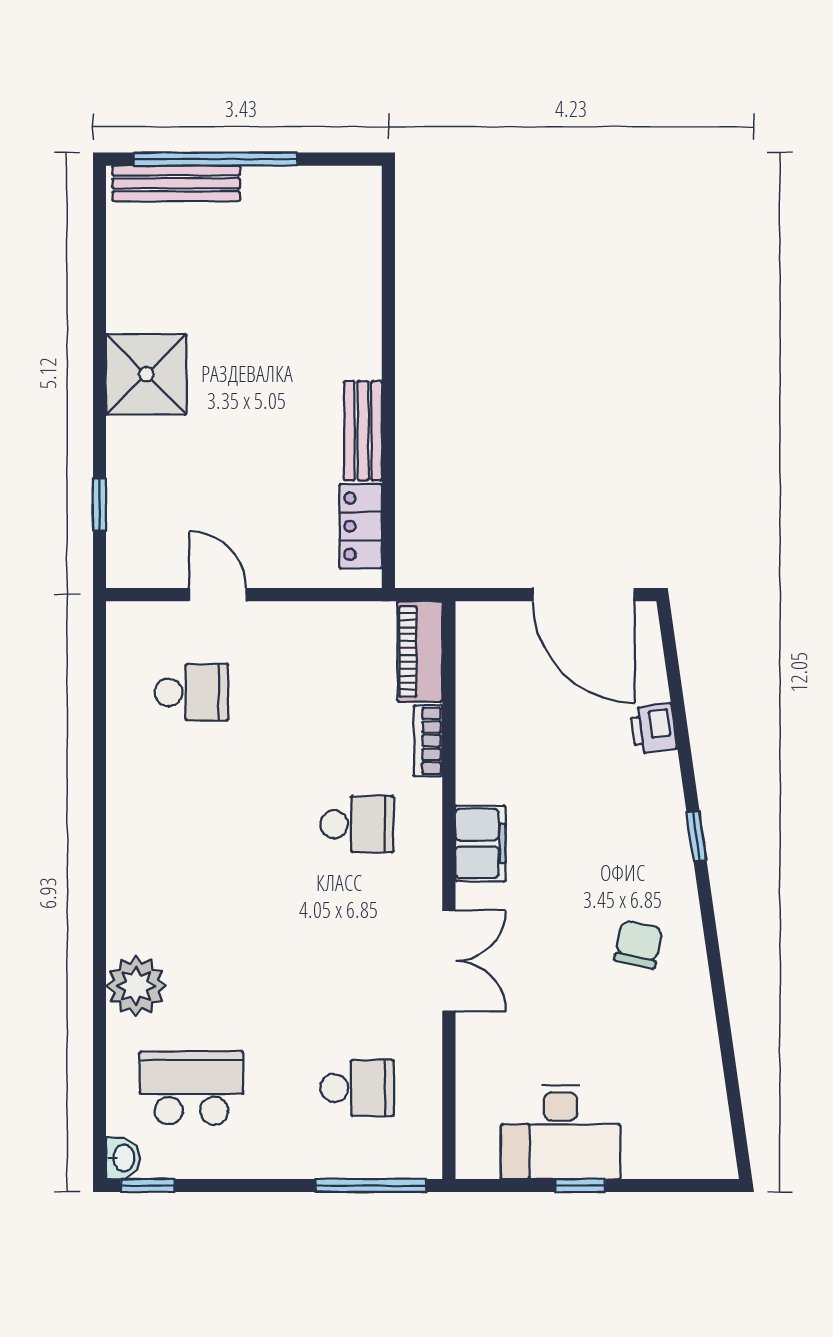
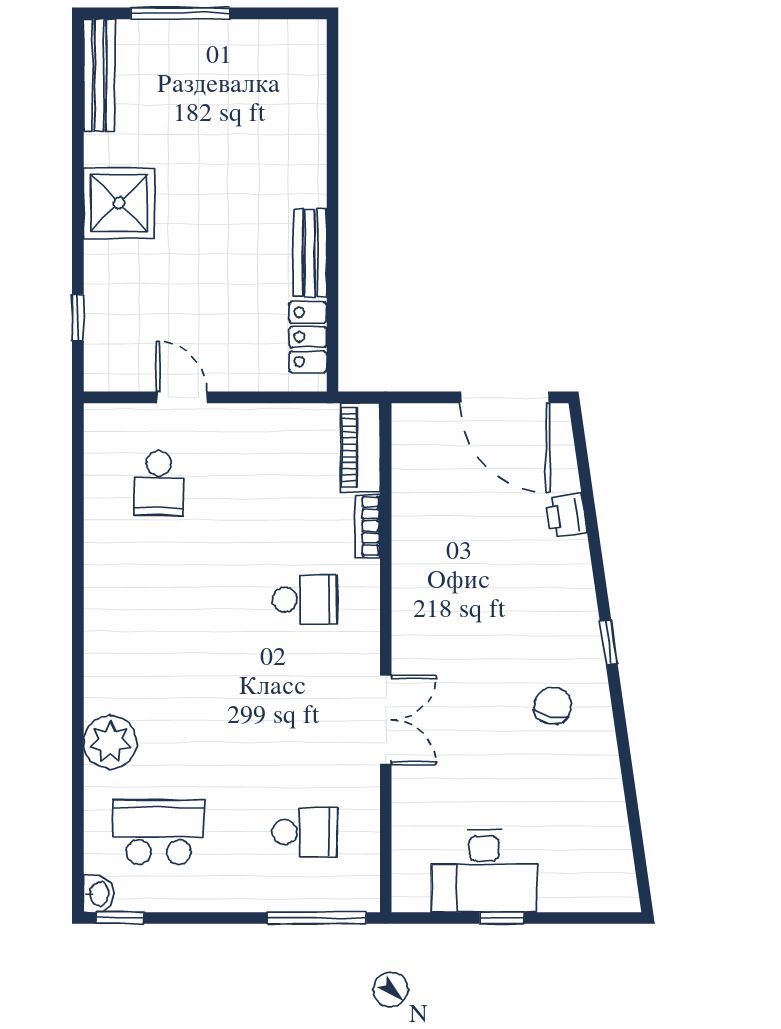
window: (216, 159) -> (180, 13), width x0.68
bench: (176, 183) -> (99, 75), moved, turned 90
school desk: (191, 692) -> (159, 483), turned 90
window: (696, 836) -> (609, 642), moved
filing cabinet: (480, 843) -> (414, 617), removed

